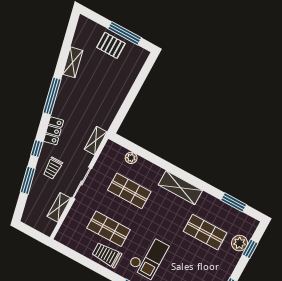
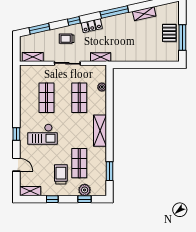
window: (28, 180) -> (39, 29), moved
shelving: (59, 207) -> (33, 57), moved
trolley: (107, 255) -> (61, 174), moved

